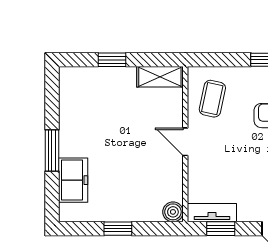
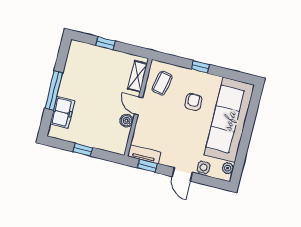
shelving: (160, 77) -> (137, 76), moved, turned 90
window: (52, 151) -> (54, 91), width x1.44
boiler: (173, 212) -> (127, 121), moved

